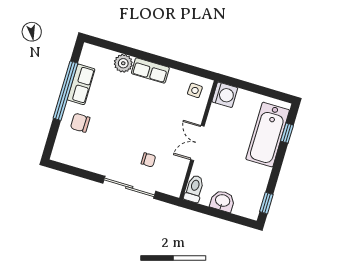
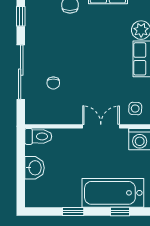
double door: (197, 143) -> (101, 126), moved
window: (77, 172) -> (21, 16), added
window: (266, 203) -> (73, 212), moved

